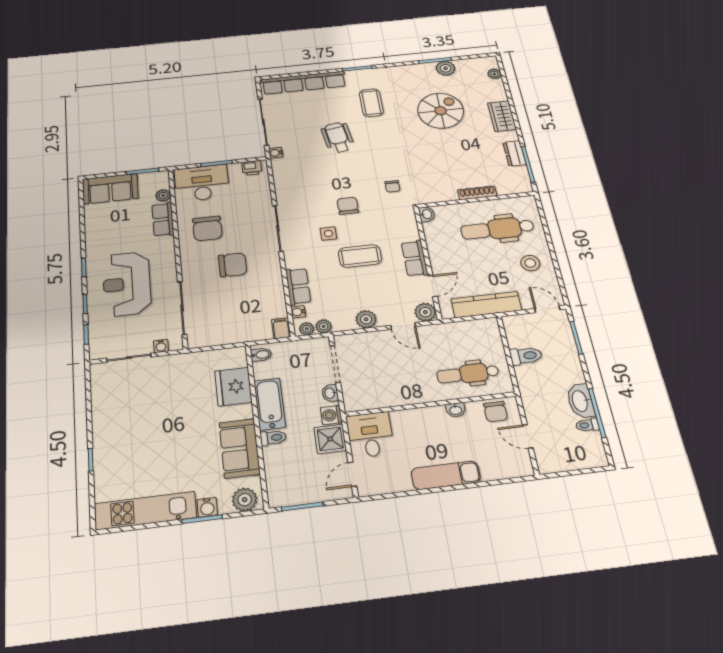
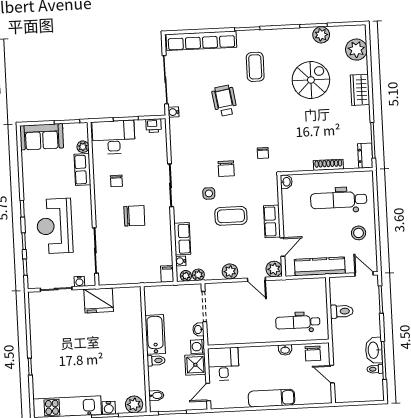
plant: (494, 74) -> (356, 50), width x1.88, depth x1.88
dresser: (514, 153) -> (365, 156), moved
chair: (348, 206) -> (226, 169), turned 180
chair: (207, 228) -> (116, 181), width x0.54, depth x0.54
bidet: (261, 355) -> (156, 395), moved
fridge: (233, 387) -> (99, 300), moved, turned -90
sofa: (239, 448) -> (132, 367), removed

